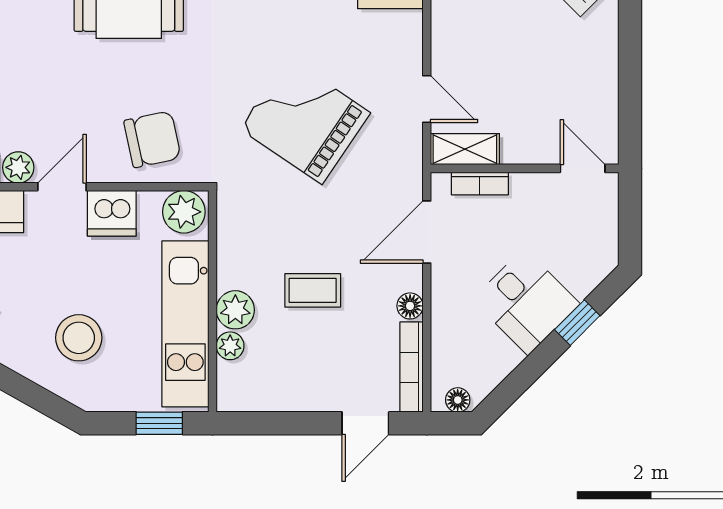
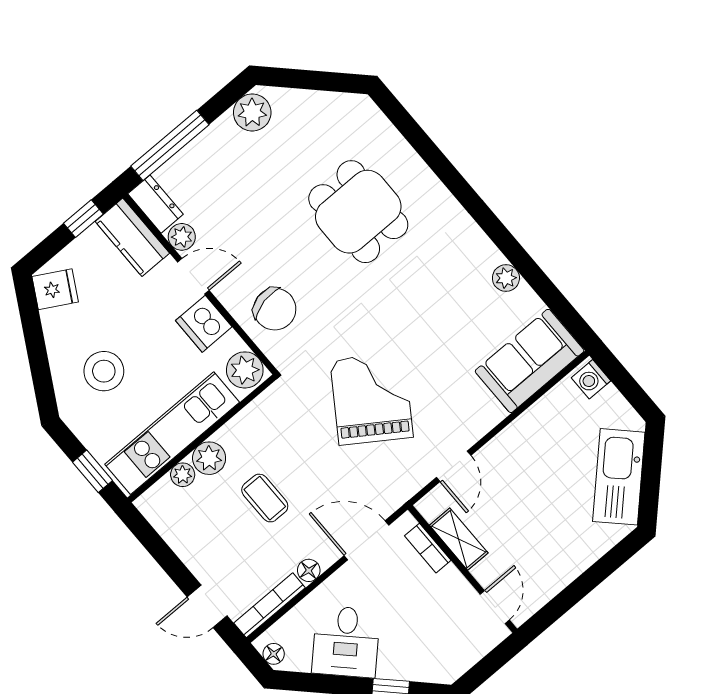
shelving: (465, 149) -> (459, 539), moved
desk: (526, 302) -> (346, 642), moved

